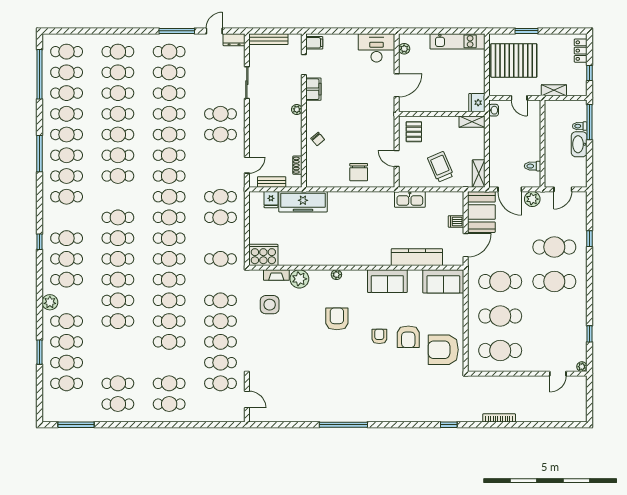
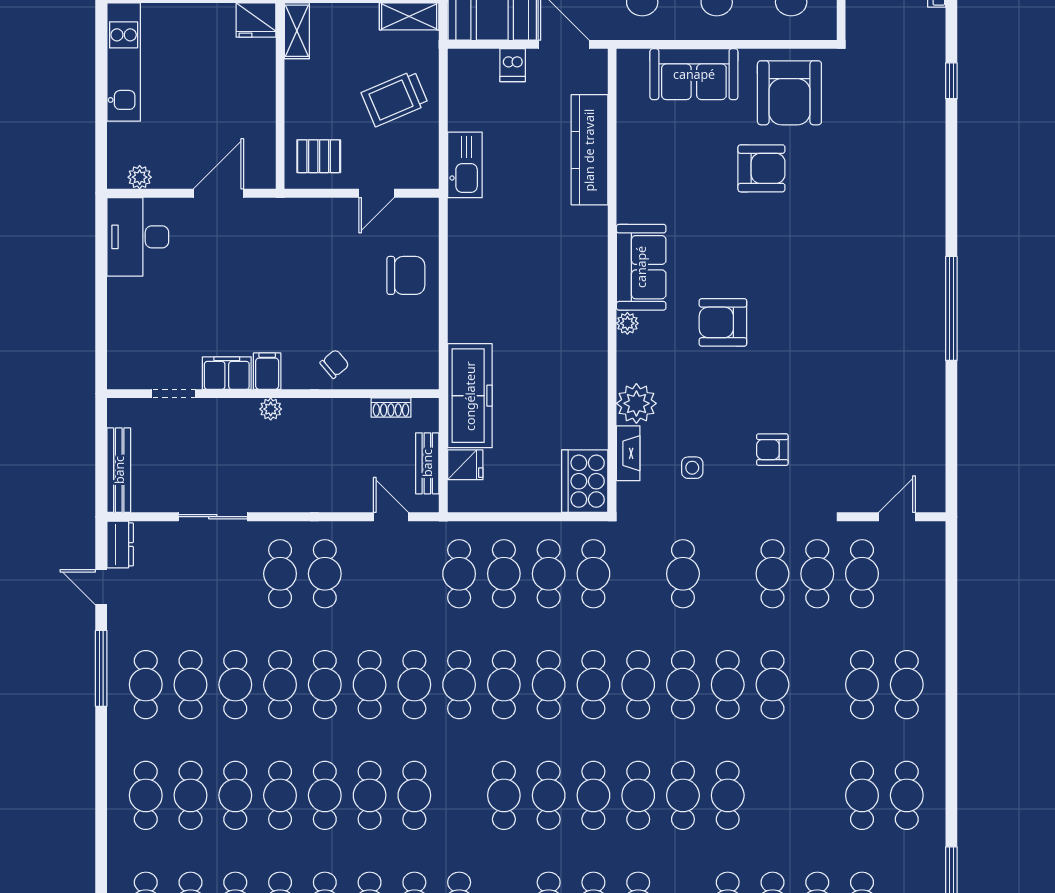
filing cabinet: (314, 43) -> (267, 371), moved
door: (397, 85) -> (218, 193), hinge flipped
sofa: (387, 281) -> (641, 267), moved
sofa: (443, 281) -> (694, 74), moved, turned 90
side table: (270, 305) -> (692, 468), width x0.54, depth x0.54
cafe table: (220, 321) -> (549, 574), moved
armchair: (379, 336) -> (772, 450), moved

